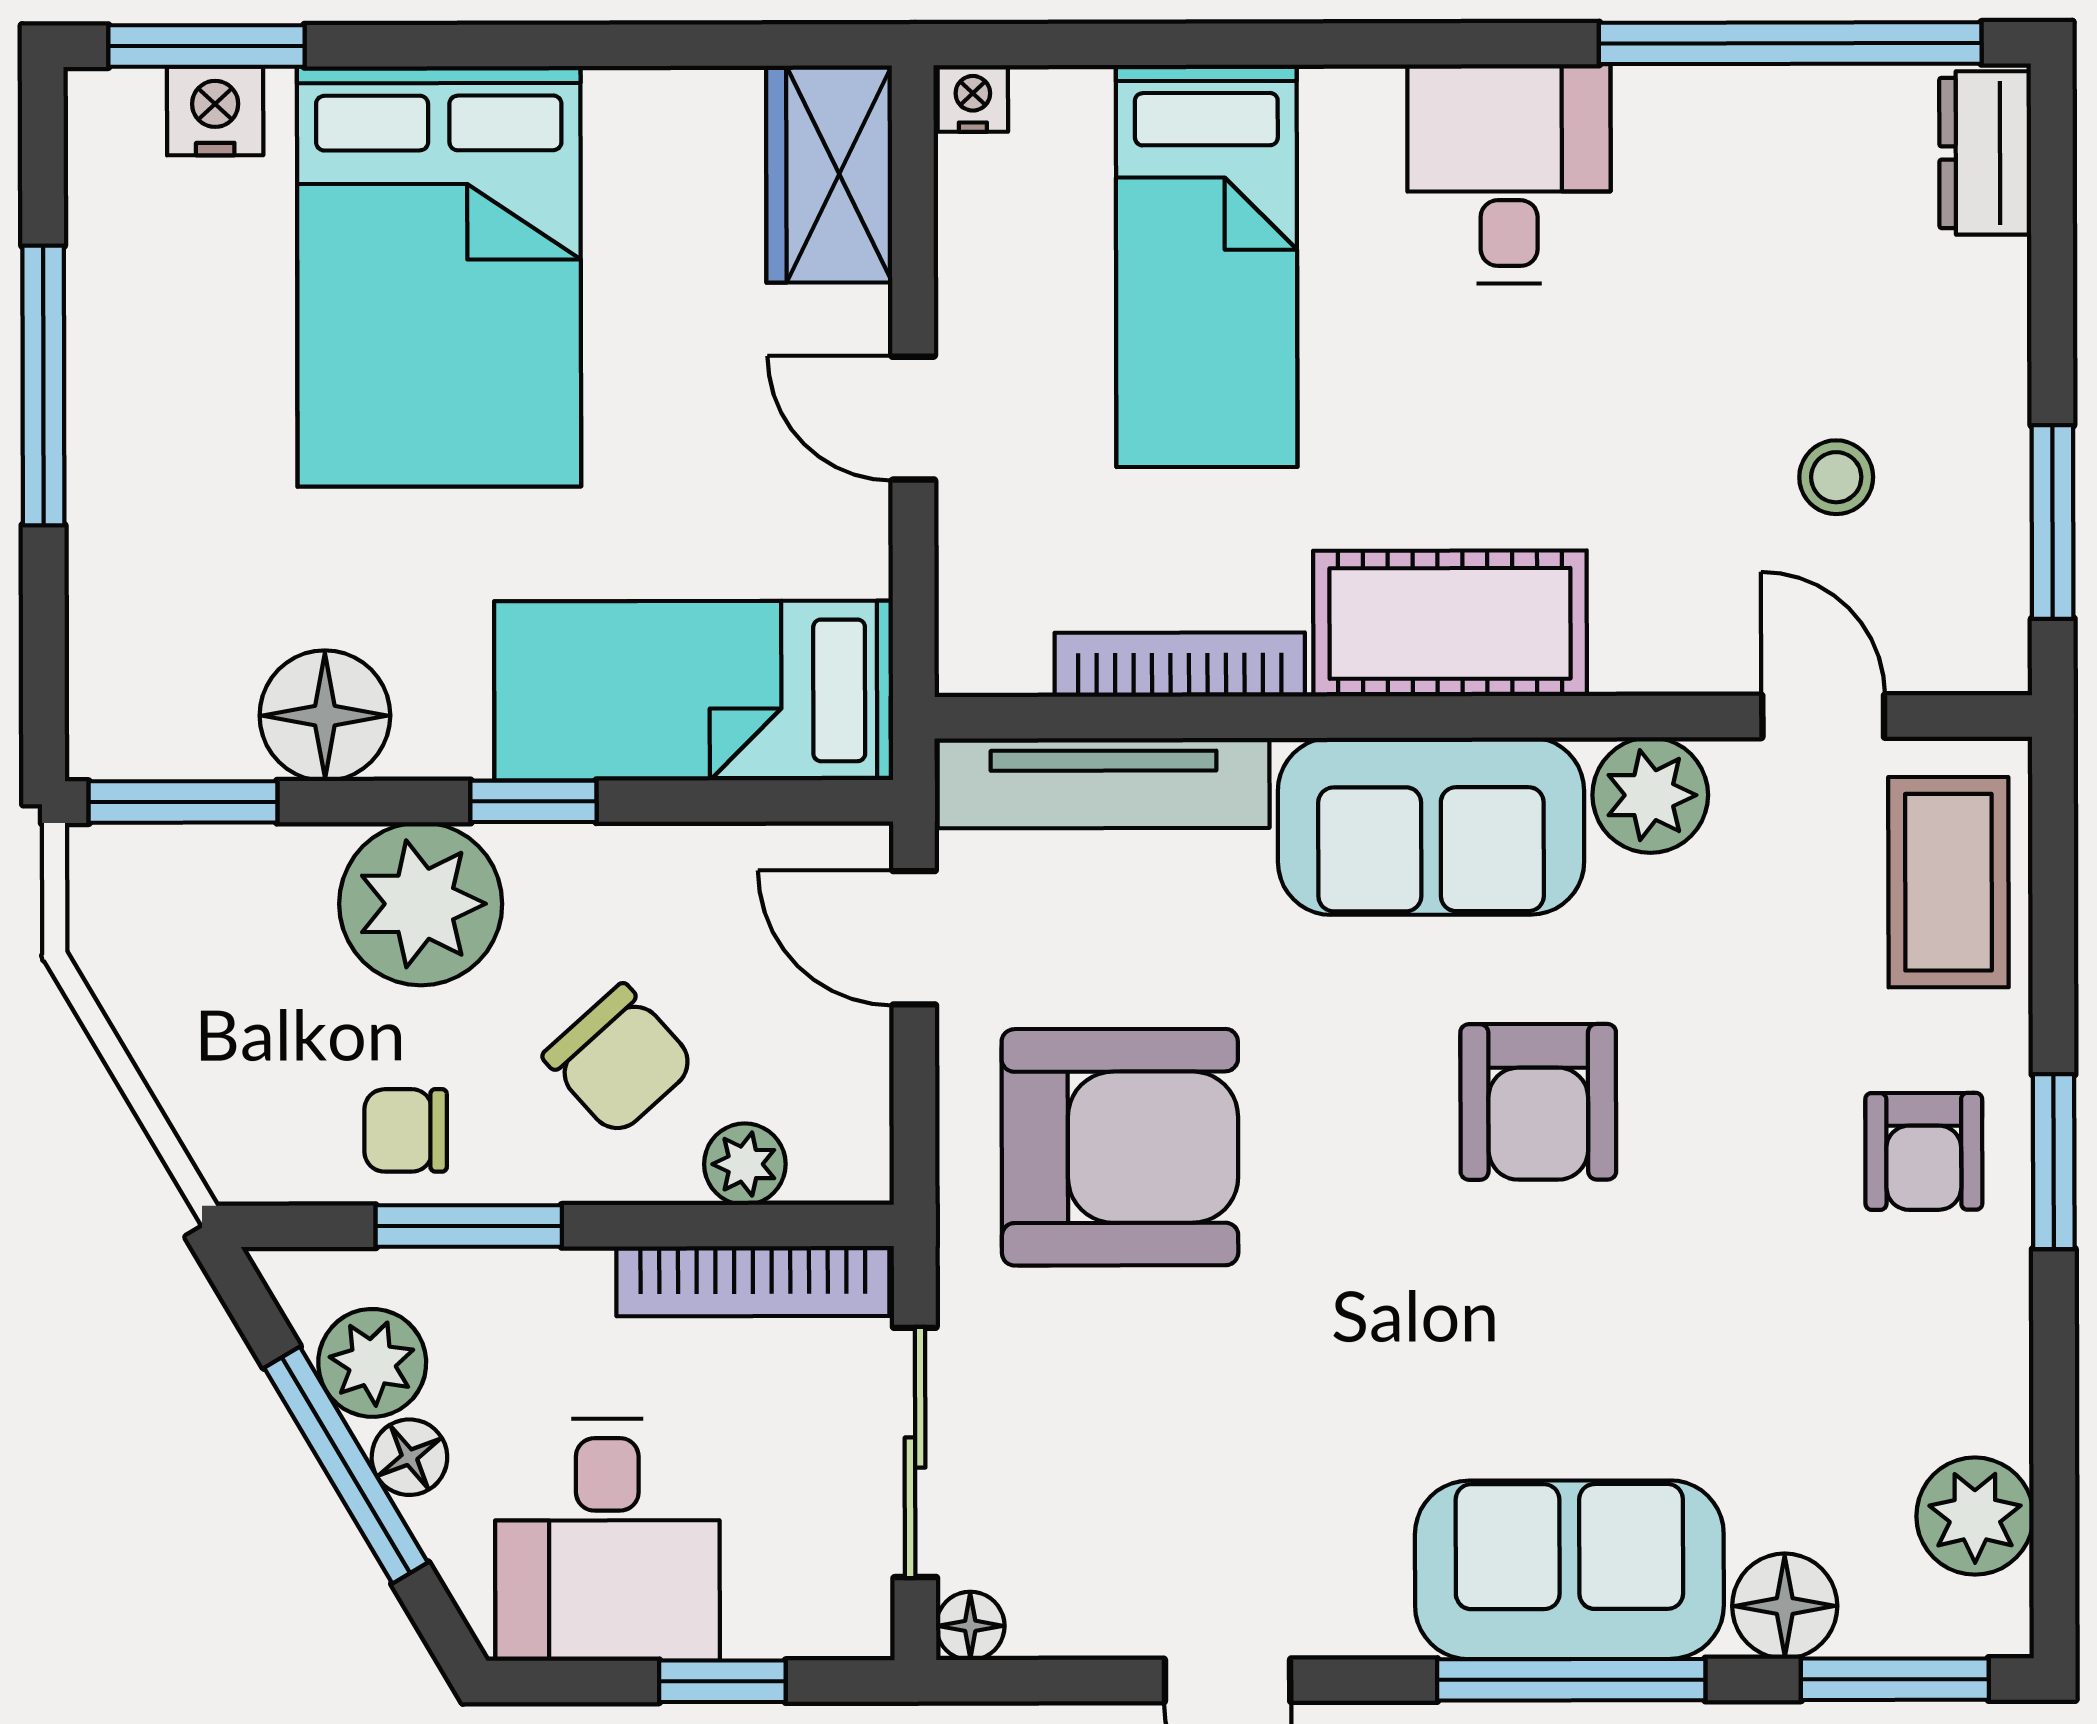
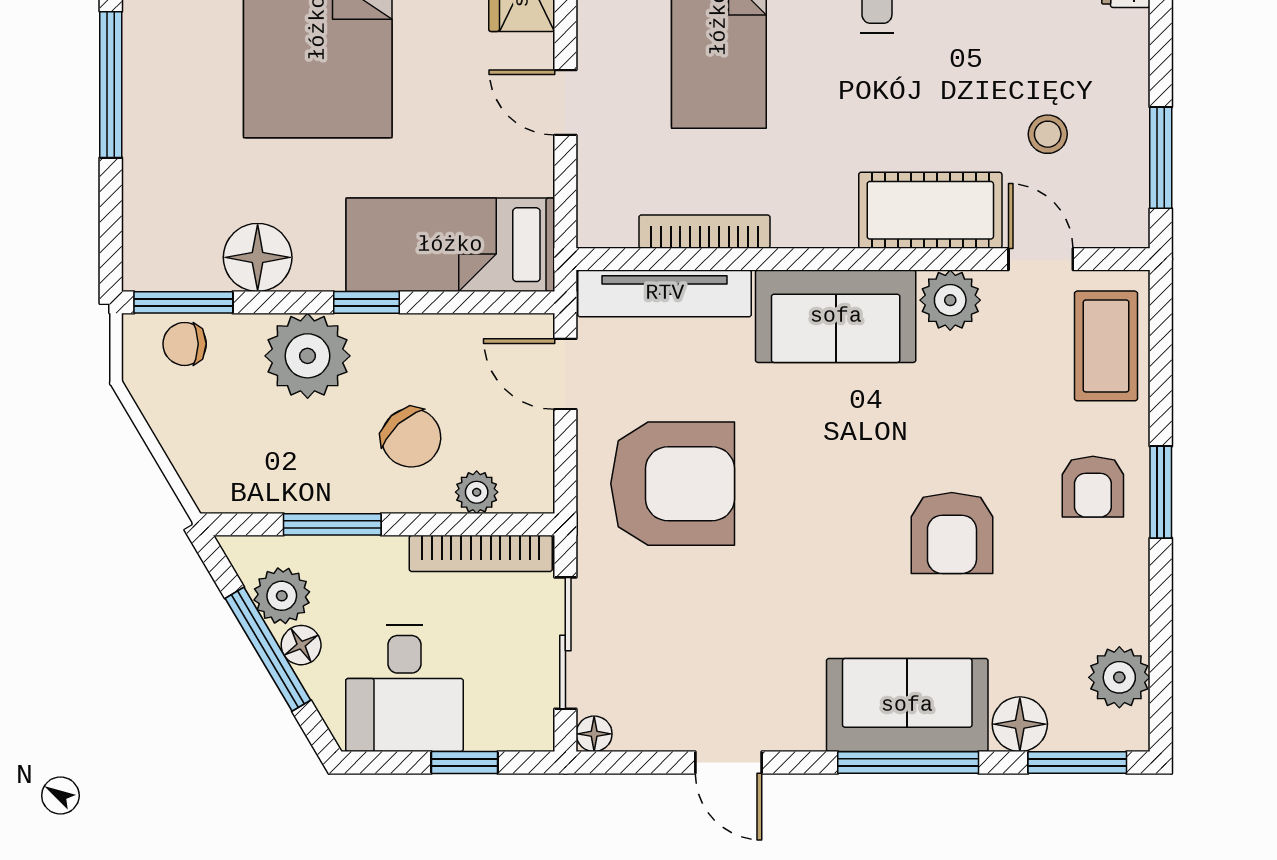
cot: (1450, 623) -> (930, 210), moved
armchair: (1538, 1102) -> (952, 533), moved
chair: (406, 1130) -> (185, 344), moved

